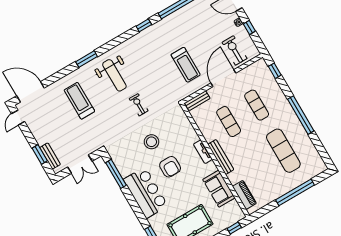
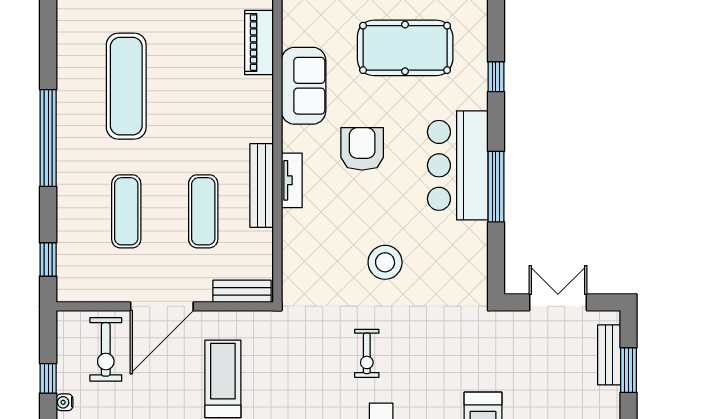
bench: (221, 157) -> (262, 186), moved
armchair: (170, 167) -> (362, 149), moved
window: (116, 174) -> (496, 187), moved

